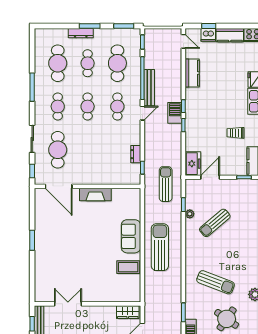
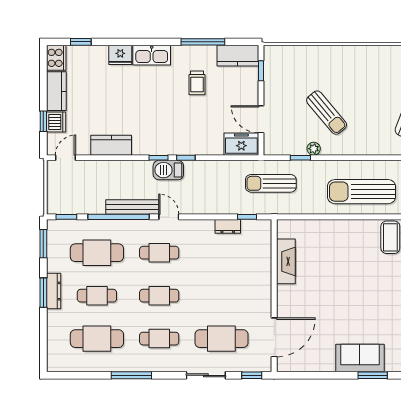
dresser: (81, 33) -> (54, 291), moved
fireplace: (95, 195) -> (286, 261), moved
sofa: (131, 236) -> (360, 358), moved, turned 180
window: (32, 240) -> (373, 375), moved

